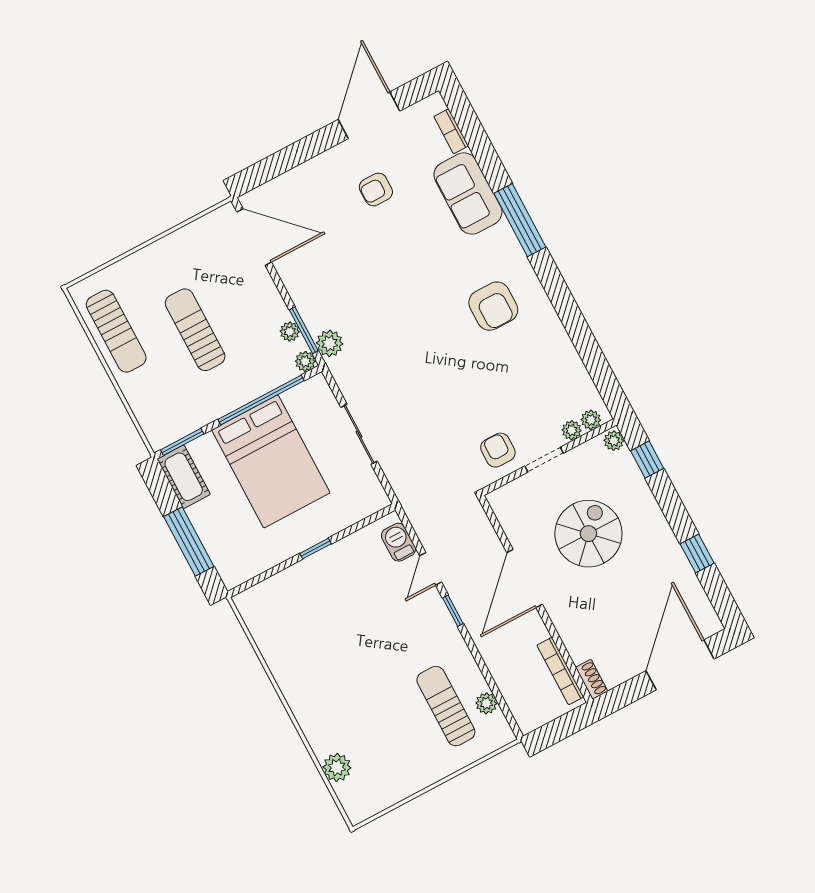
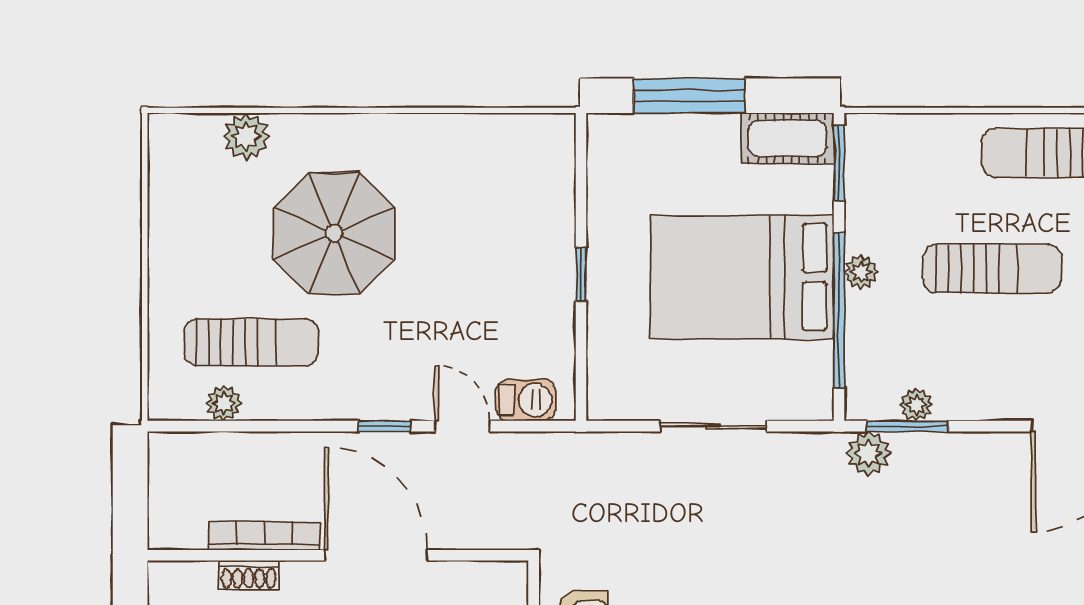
plant: (305, 361) -> (861, 272), moved
bookcase: (560, 671) -> (264, 536), moved
shoe rack: (592, 679) -> (249, 575), moved
parasol: (364, 693) -> (334, 233), added

